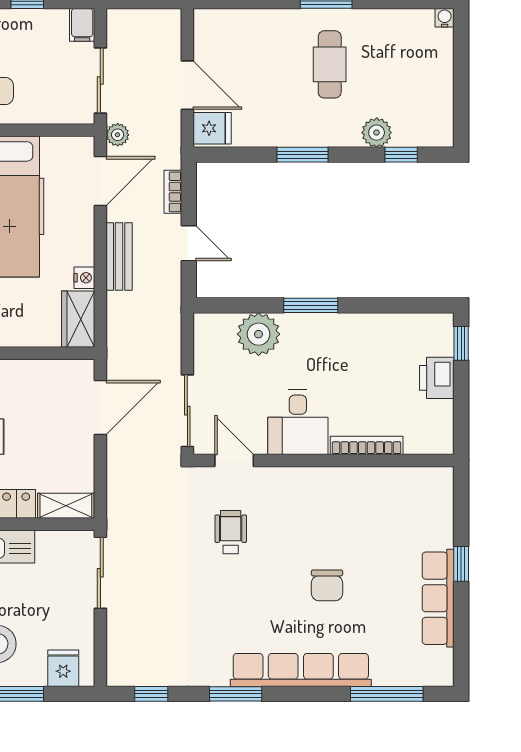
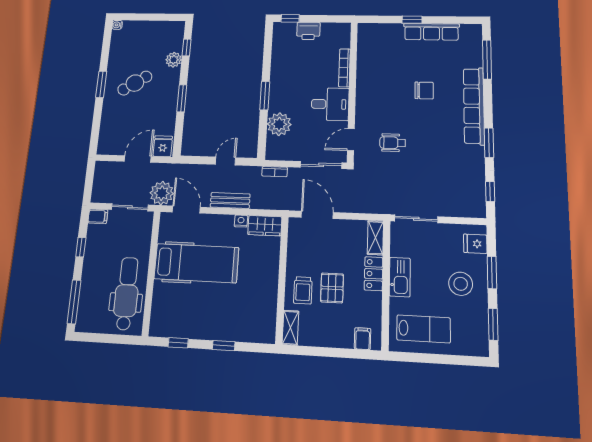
cafe table: (330, 64) -> (135, 83), turned -33
plant: (118, 135) -> (162, 193), width x1.88, depth x1.88
bookcase: (173, 192) -> (275, 172), moved

